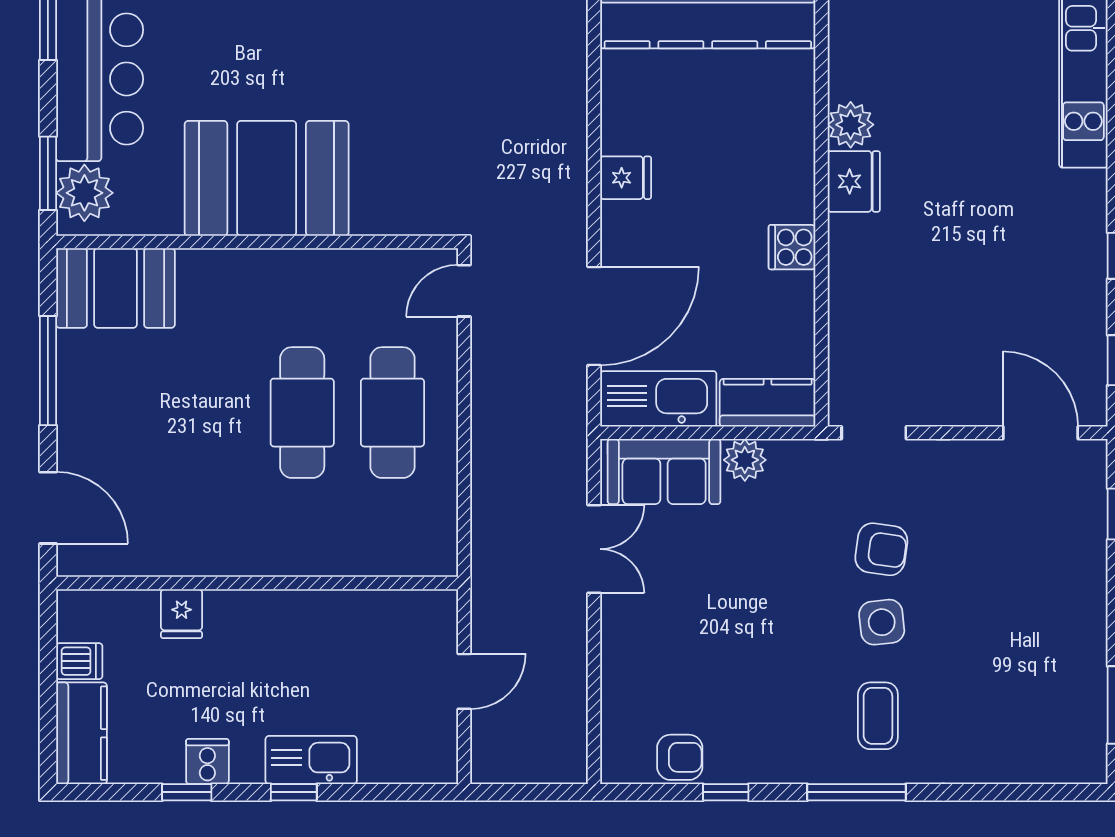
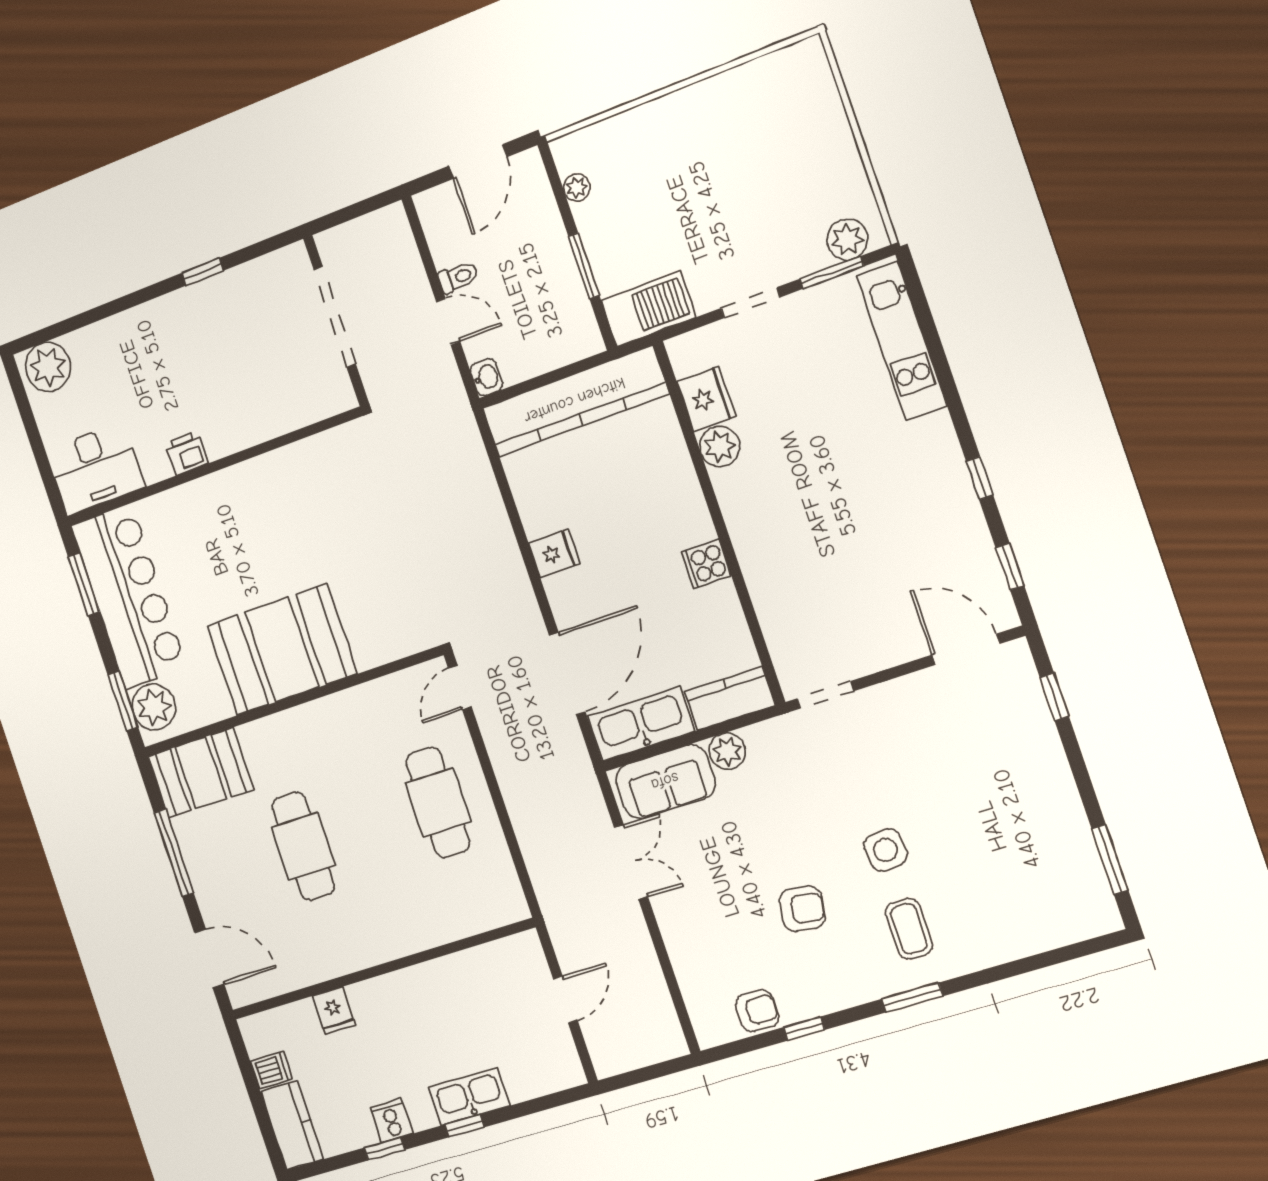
fridge: (854, 181) -> (706, 399), moved
cafe table: (302, 413) -> (303, 846), moved
armchair: (881, 549) -> (802, 909), moved
window: (856, 792) -> (912, 998), width x0.69

